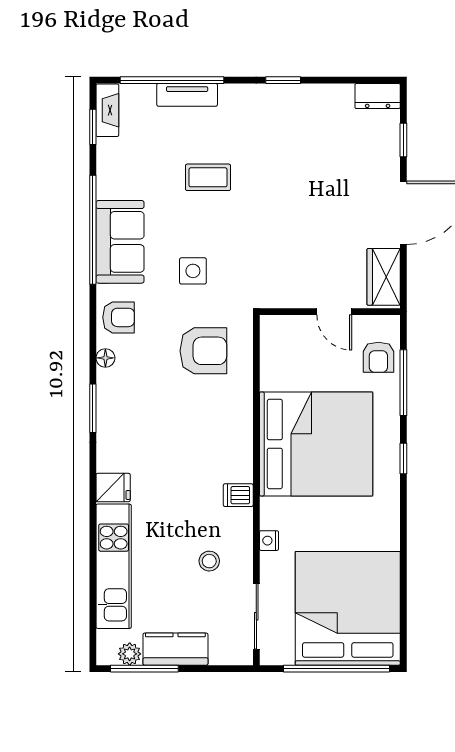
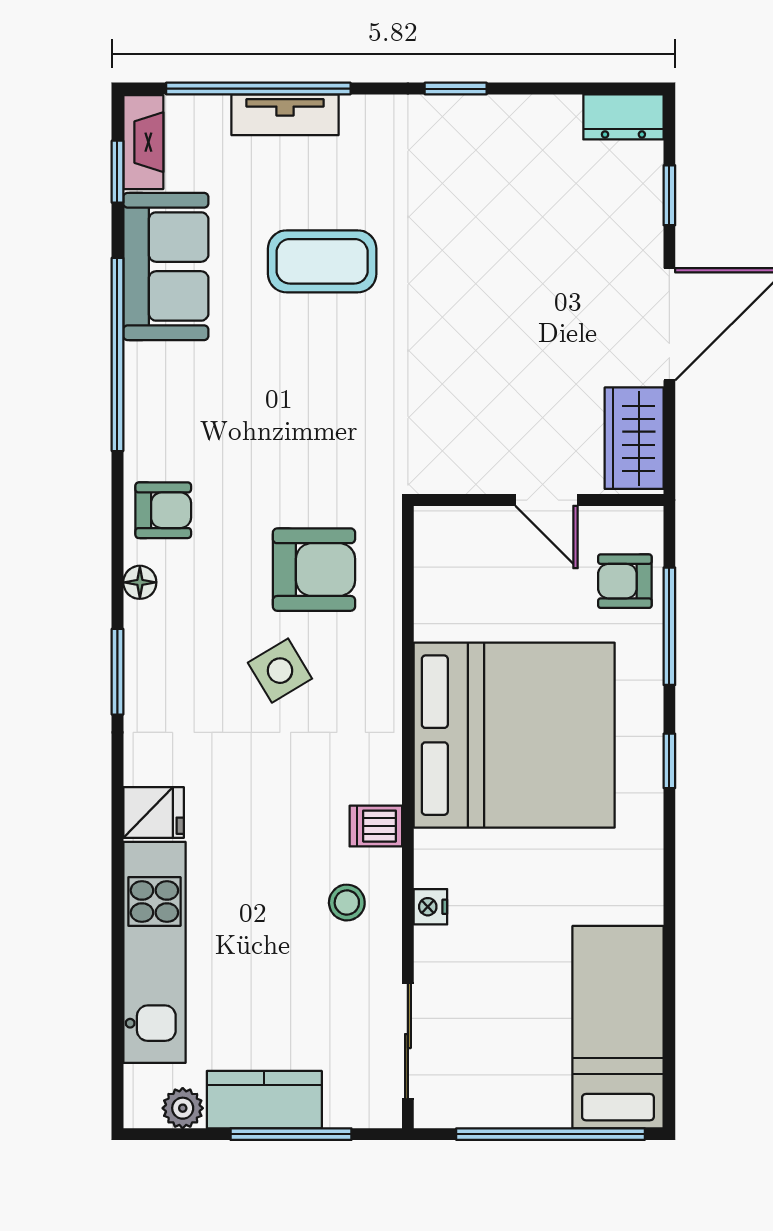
coffee table: (208, 177) -> (322, 261), width x1.36, depth x1.30
sofa: (120, 242) -> (166, 266), moved
side table: (193, 271) -> (280, 671), moved, turned -31
armchair: (378, 357) -> (625, 581), turned 90
stool: (209, 561) -> (347, 903), moved
bed: (348, 608) -> (618, 1027), width x0.49
window: (144, 669) -> (291, 1134), moved

